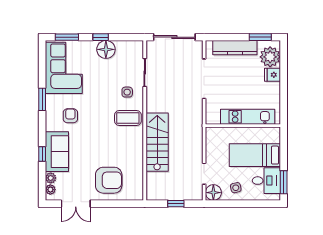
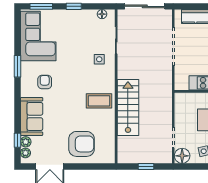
floor lamp: (106, 49) -> (102, 14), moved, width x0.53, depth x0.53
coffee table: (128, 118) -> (99, 101), moved
window: (42, 154) -> (17, 140), moved

